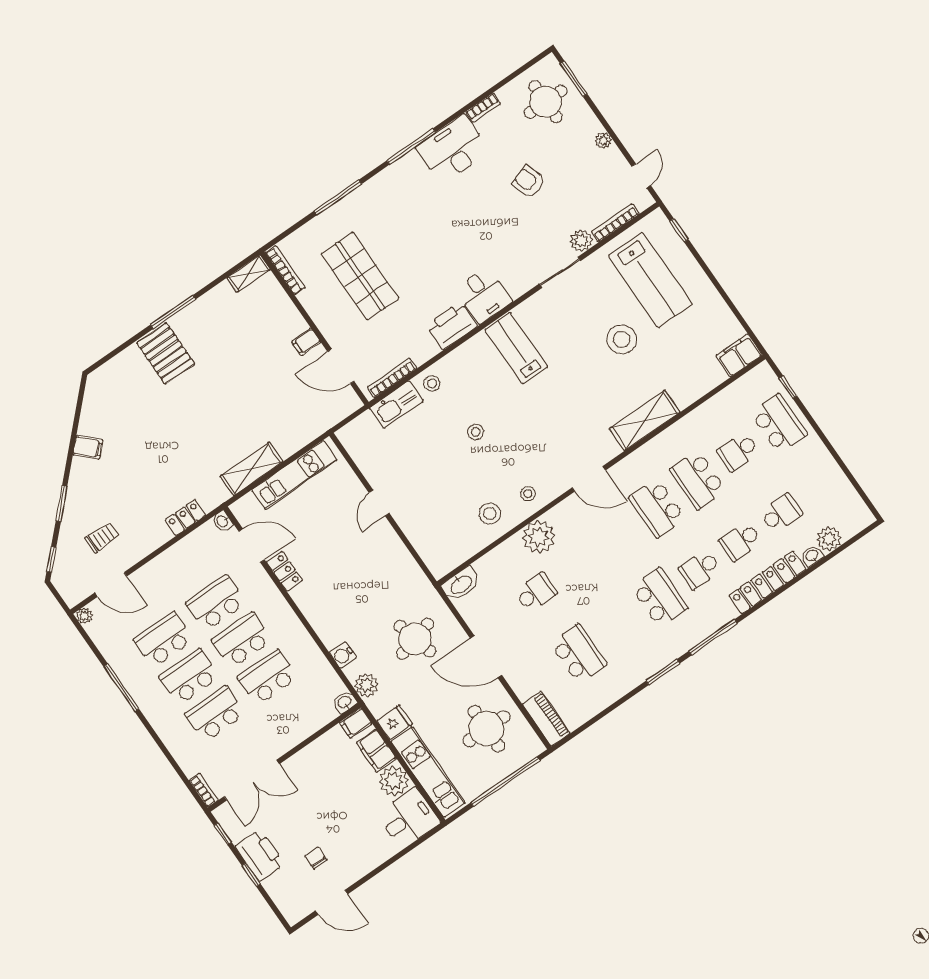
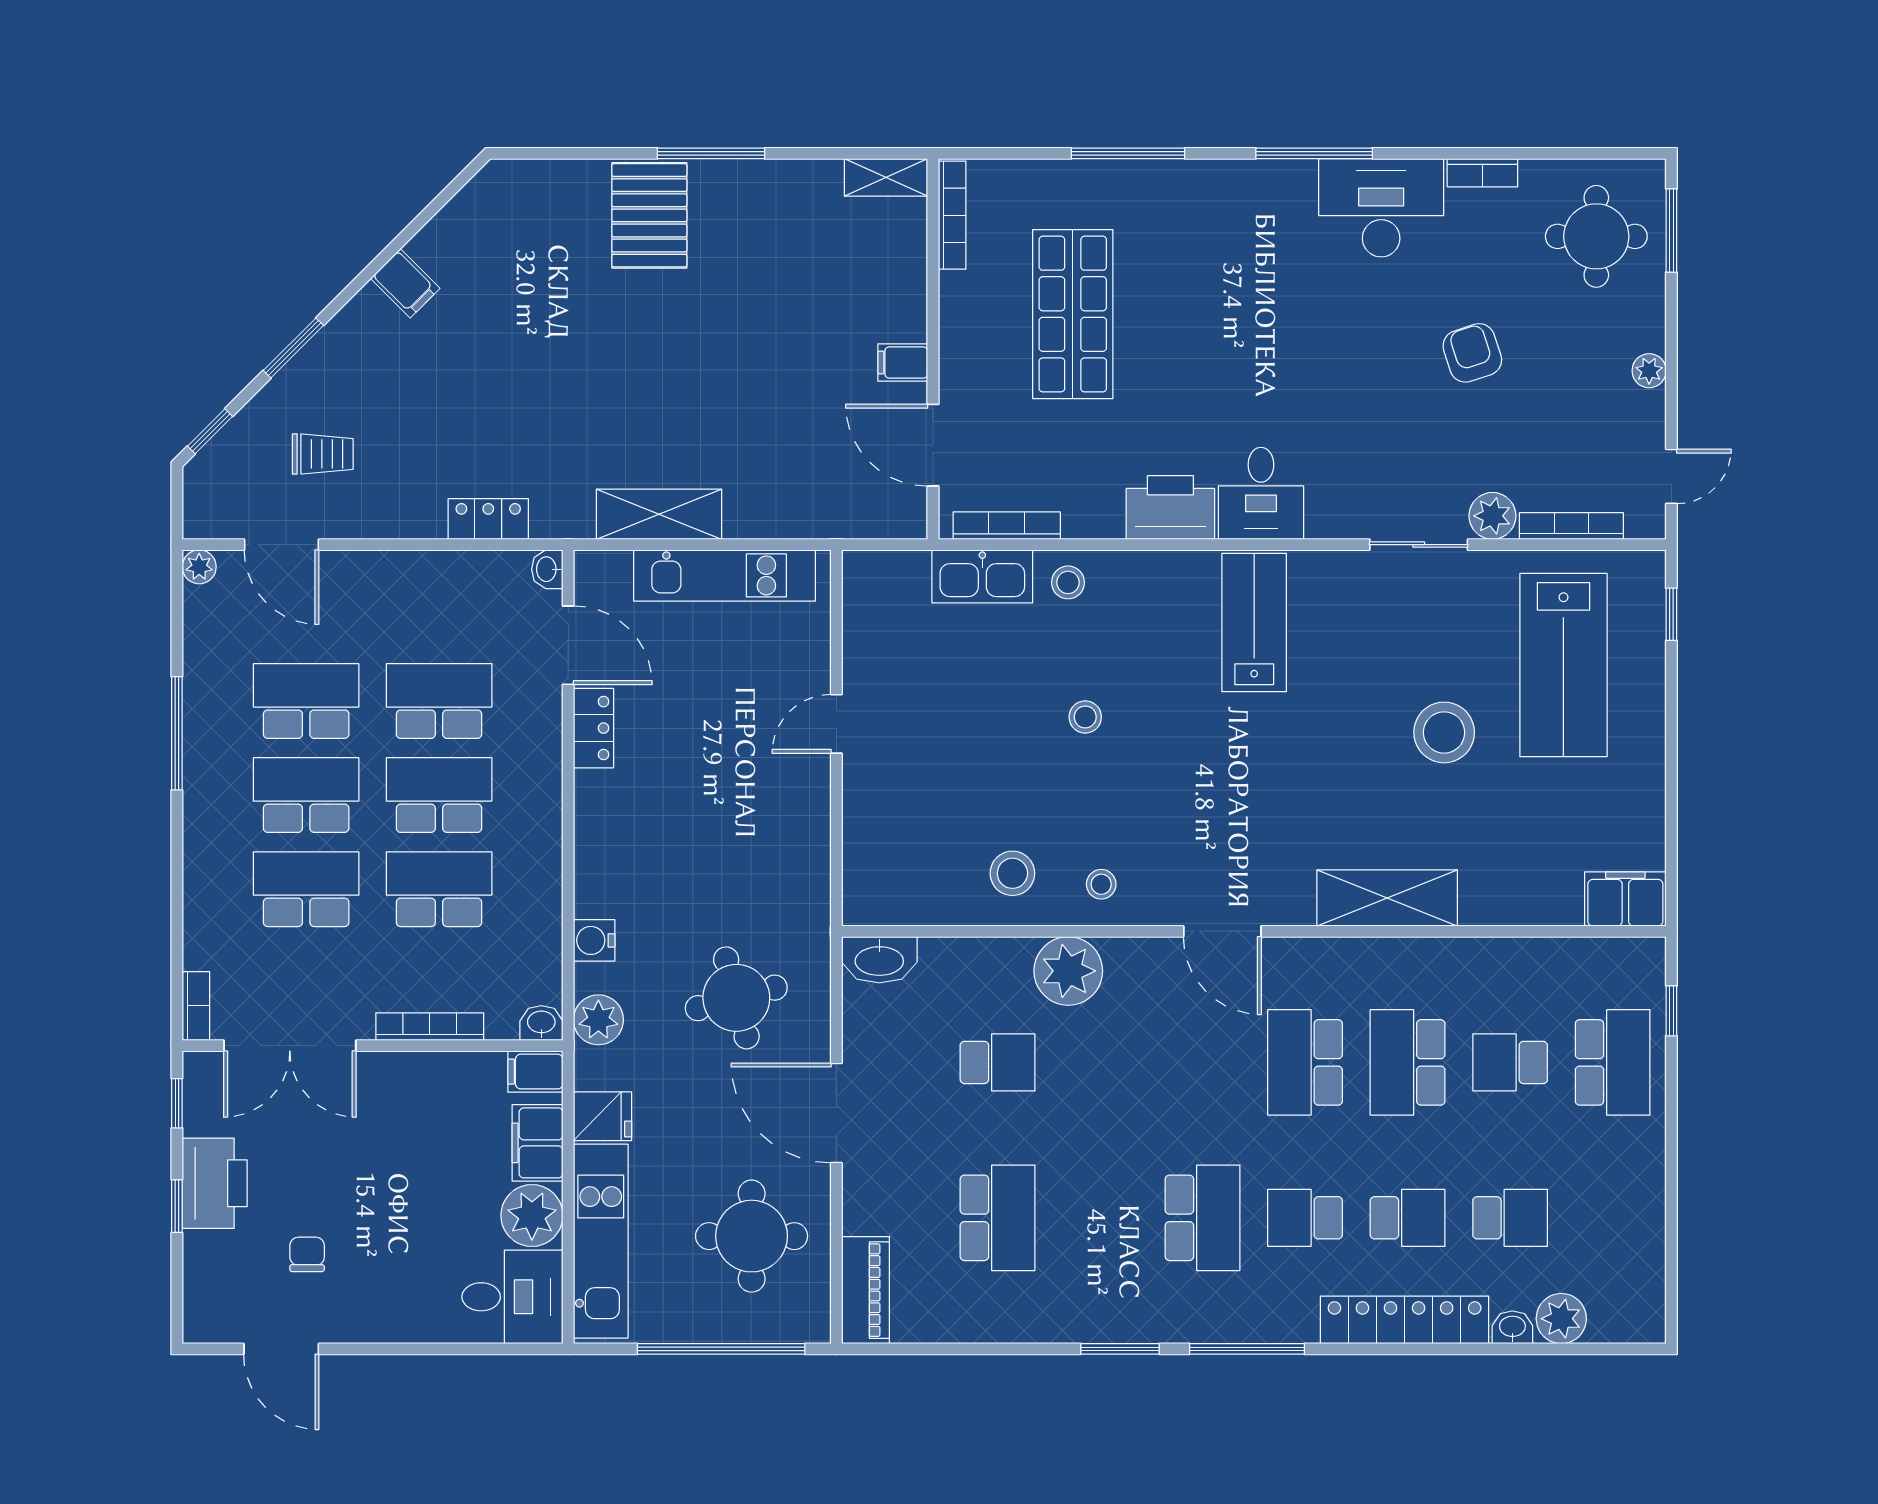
school desk: (741, 541) -> (1408, 1218), turned 180
bookcase: (302, 734) -> (430, 1027), added

